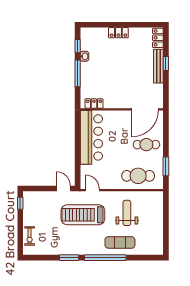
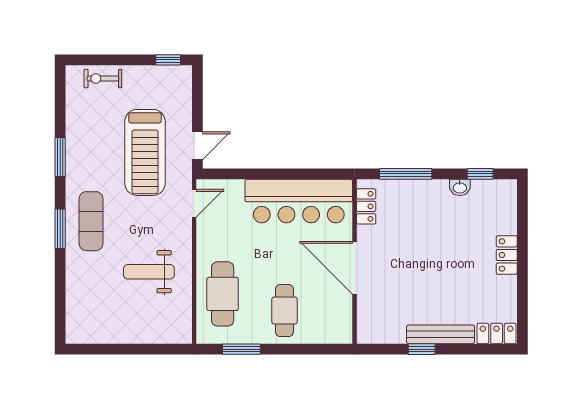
window: (166, 63) -> (422, 349), moved
window: (78, 73) -> (406, 174), moved
door: (145, 109) -> (355, 268), moved
weight bench: (127, 213) -> (149, 272), turned 180
treadmill: (83, 215) -> (145, 152), moved, turned 180
exercise mat: (120, 242) -> (91, 221), moved
window: (105, 258) -> (60, 229), width x0.47

